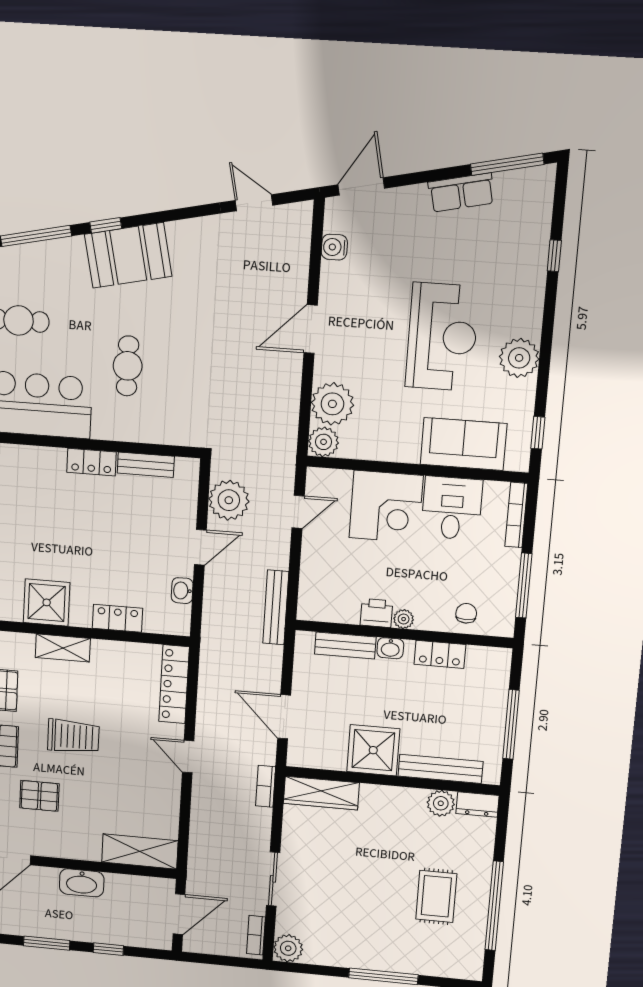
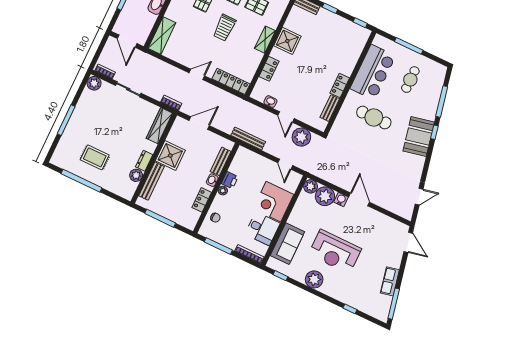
water cooler: (334, 247) -> (341, 199), moved
cafe table: (128, 366) -> (374, 118), width x1.37, depth x1.35
dresser: (477, 804) -> (144, 161), moved

